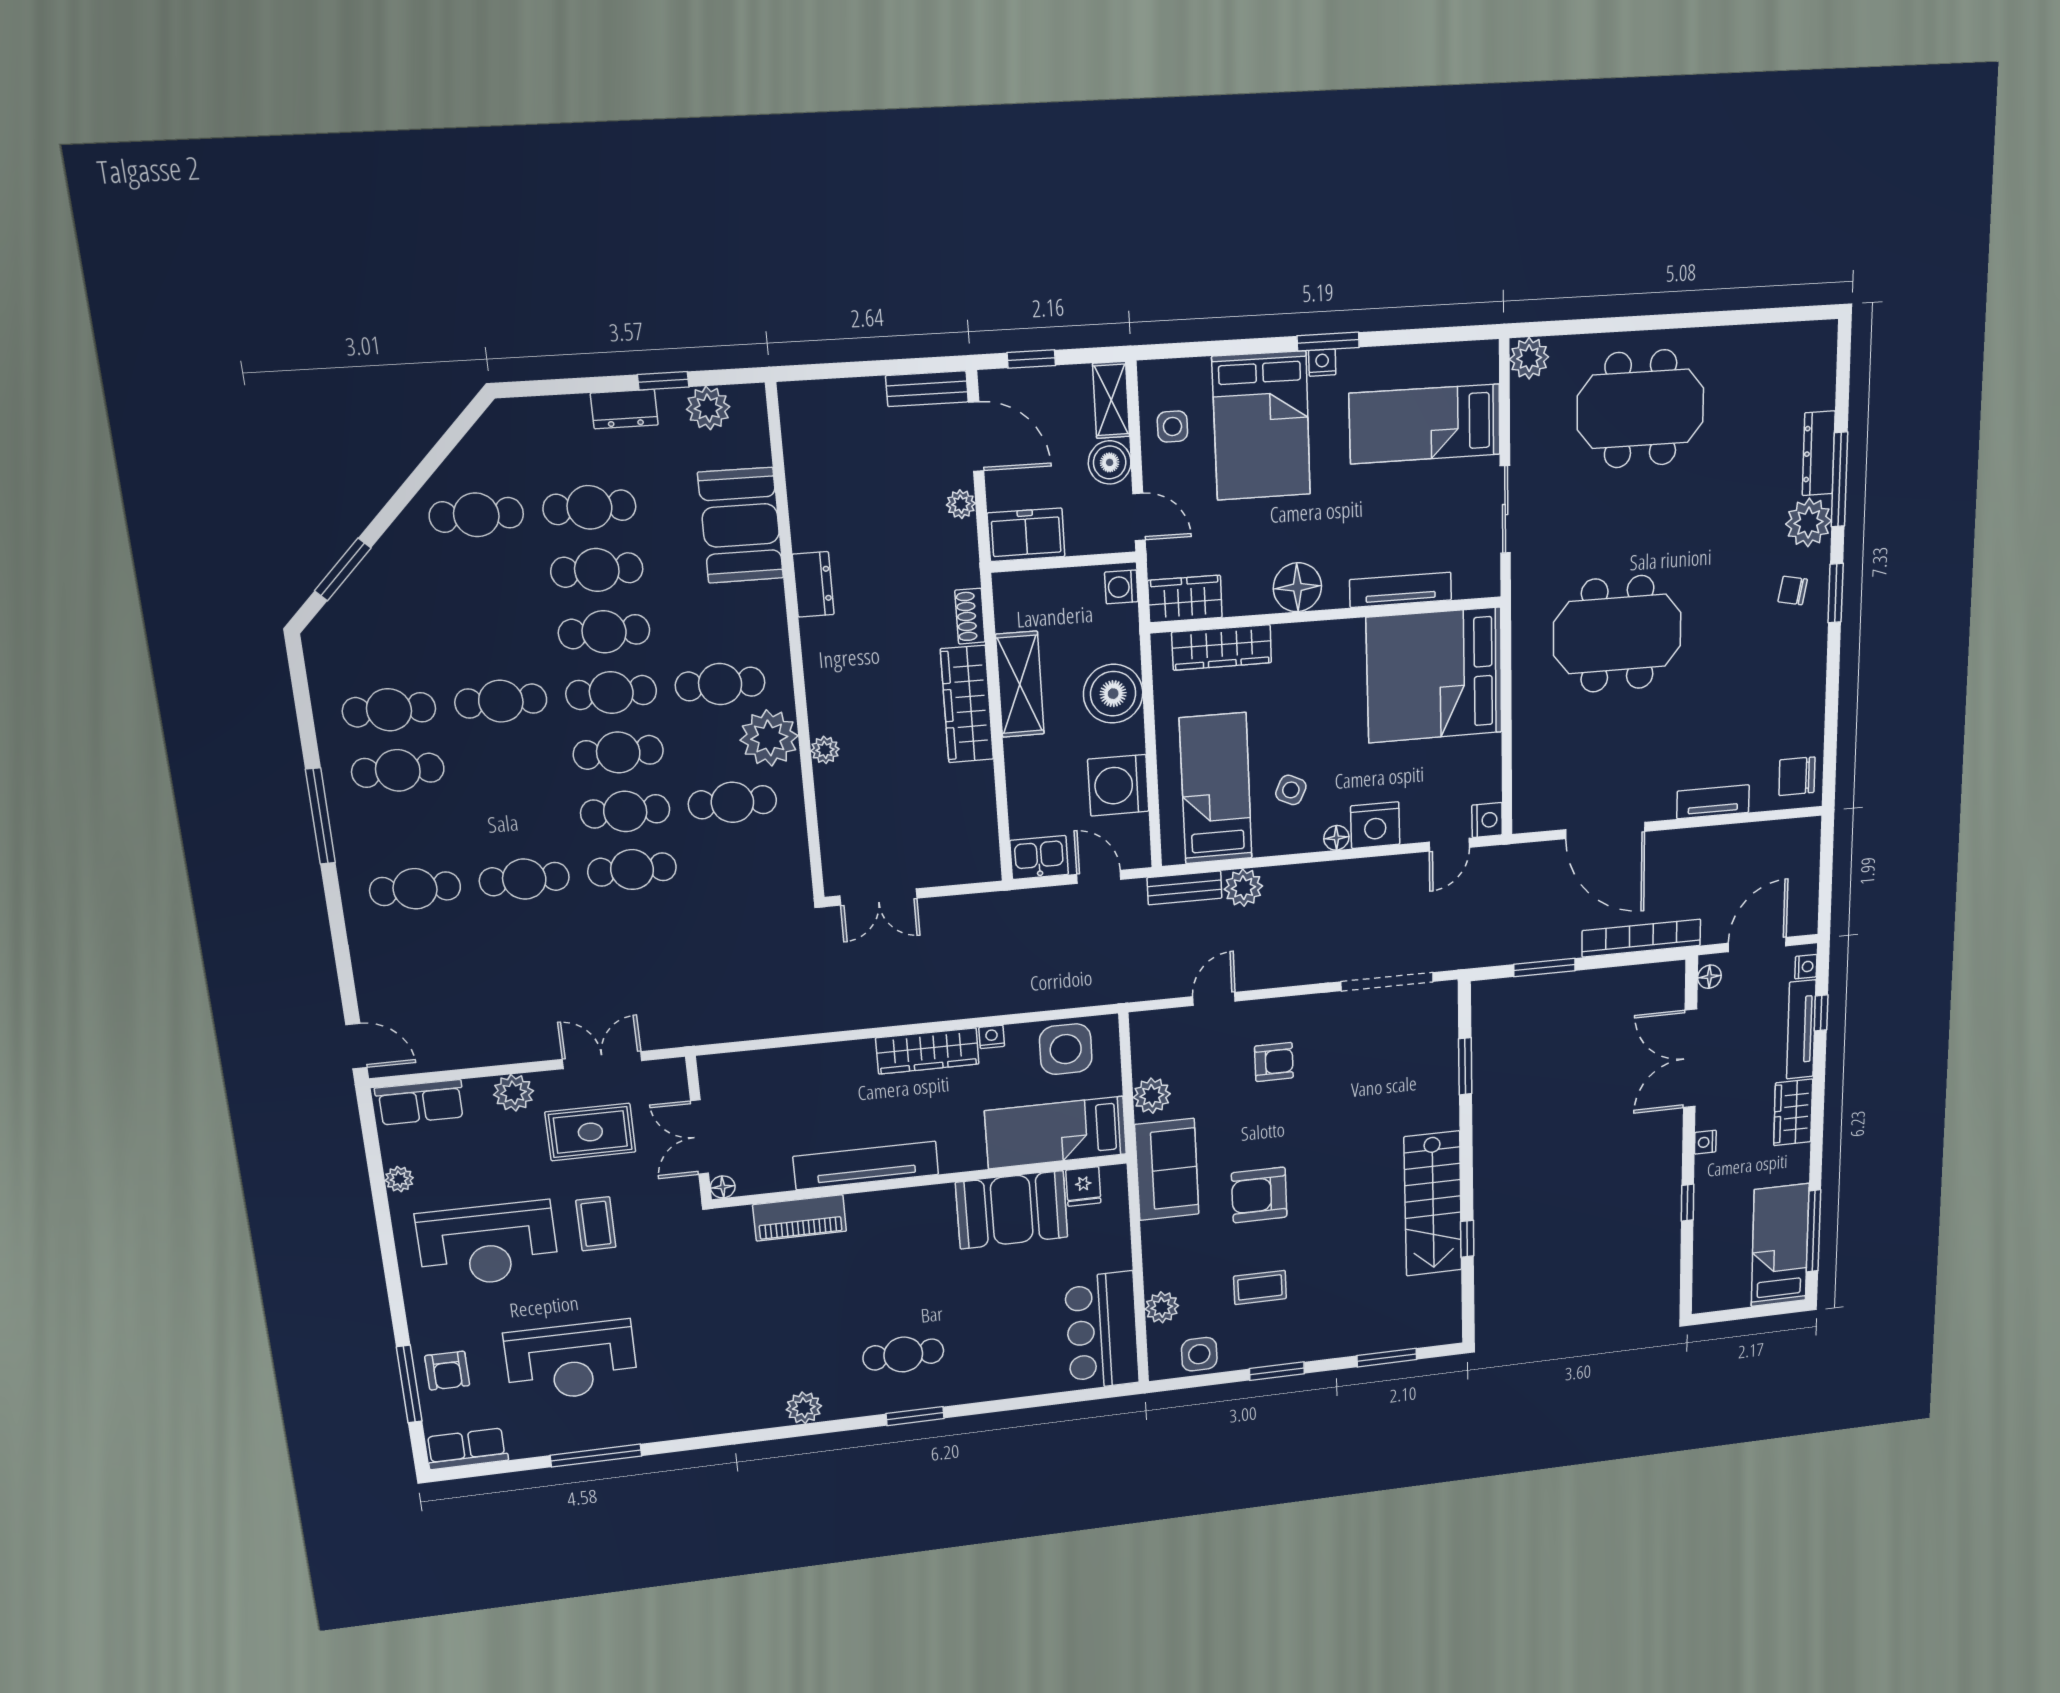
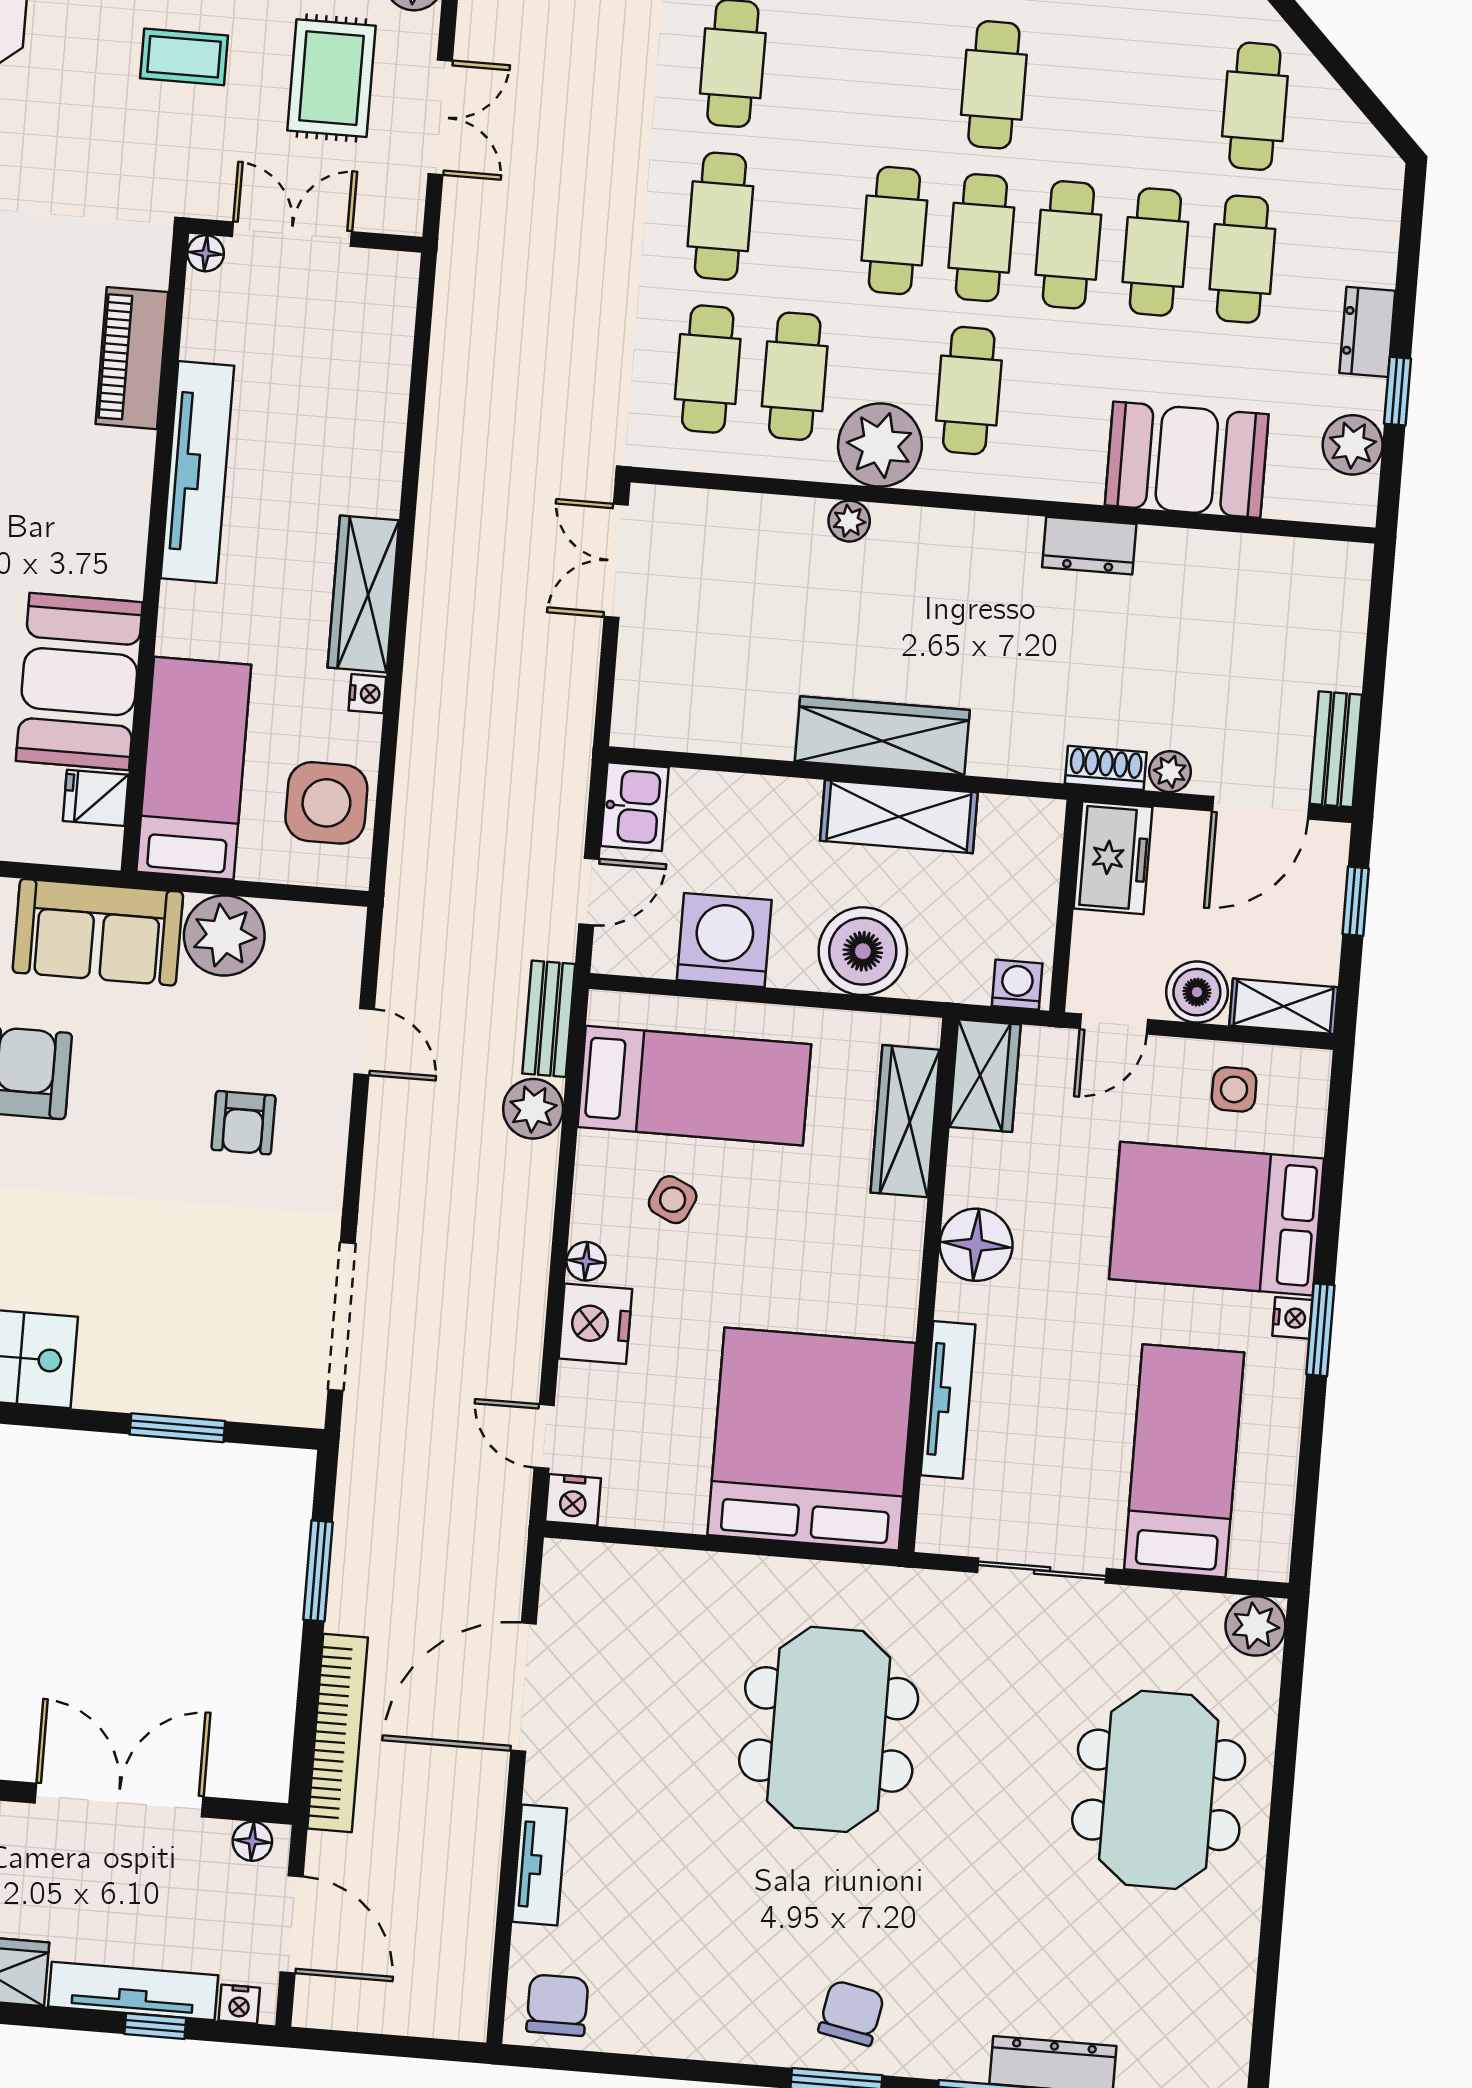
plant: (1809, 522) -> (951, 2044), removed
chair: (1793, 590) -> (851, 2013), width x1.37, depth x1.37
shoe rack: (970, 616) -> (1106, 768), moved
cafe table: (625, 811) -> (708, 369), moved
plant: (1152, 1096) -> (224, 936), width x1.36, depth x1.36

